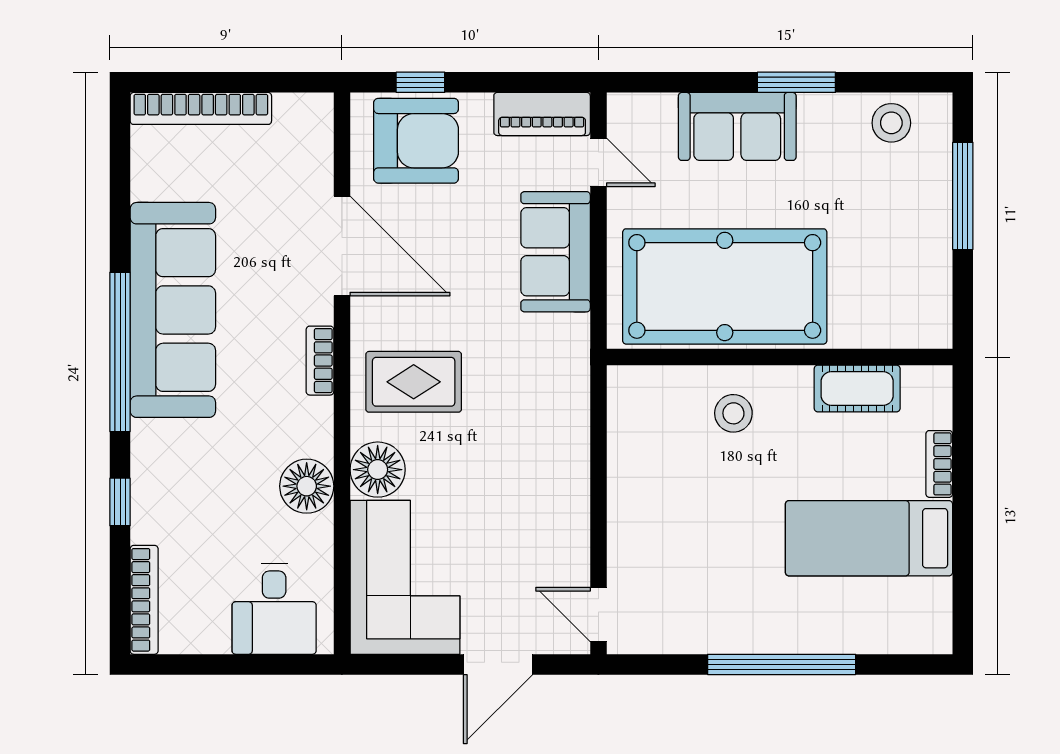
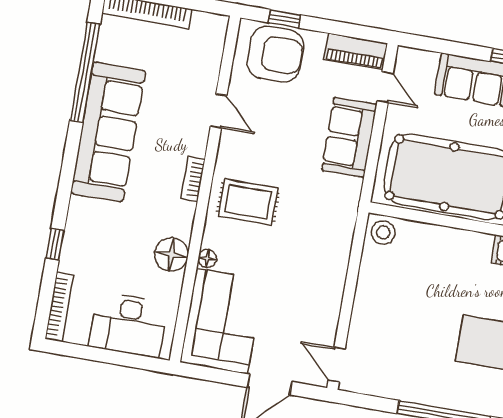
door: (342, 246) -> (219, 111), width x0.53
window: (120, 352) -> (85, 72), moved
stool: (733, 413) -> (383, 233), moved
floor lamp: (378, 470) -> (207, 259), width x0.53, depth x0.53
desk: (274, 609) -> (129, 325), width x1.37

